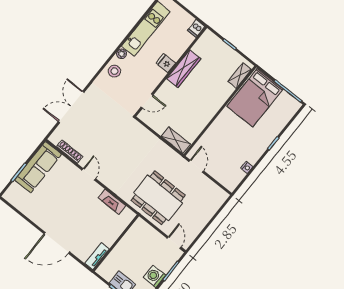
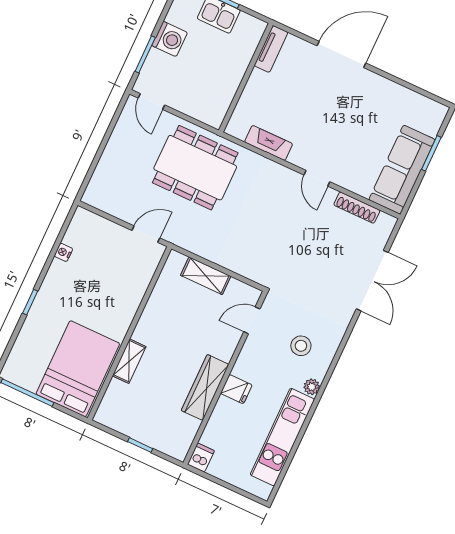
stool: (114, 71) -> (301, 346), moved
shelving: (240, 75) -> (129, 361), moved
shelving: (176, 140) -> (206, 276), moved
door: (196, 166) -> (146, 234), swing flipped

